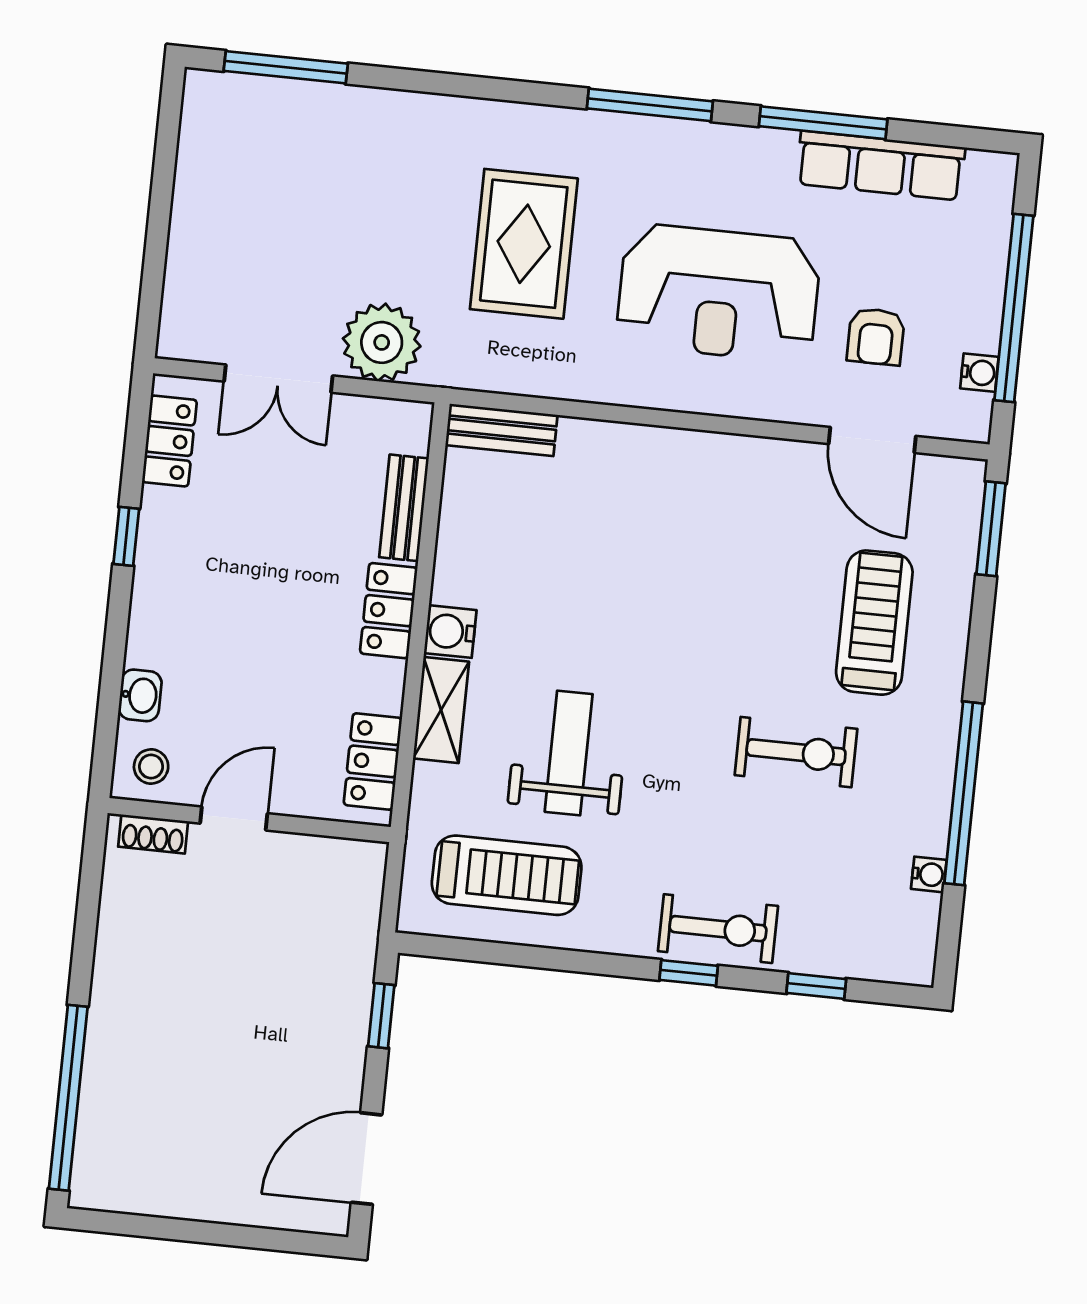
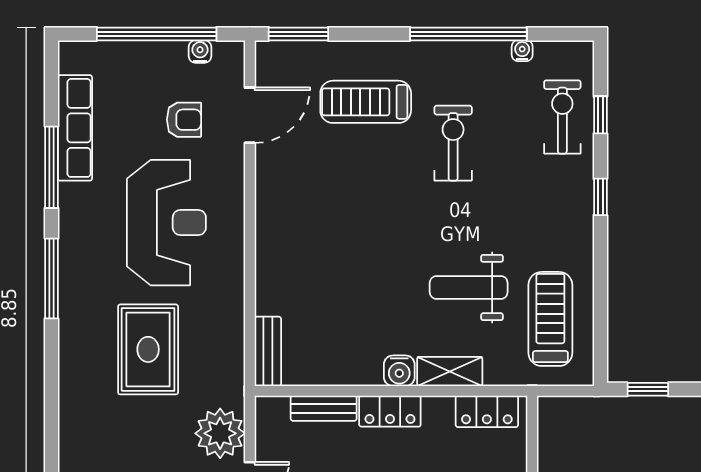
rug: (524, 244) -> (148, 349), turned 90
exercise bike: (718, 929) -> (562, 117), moved

